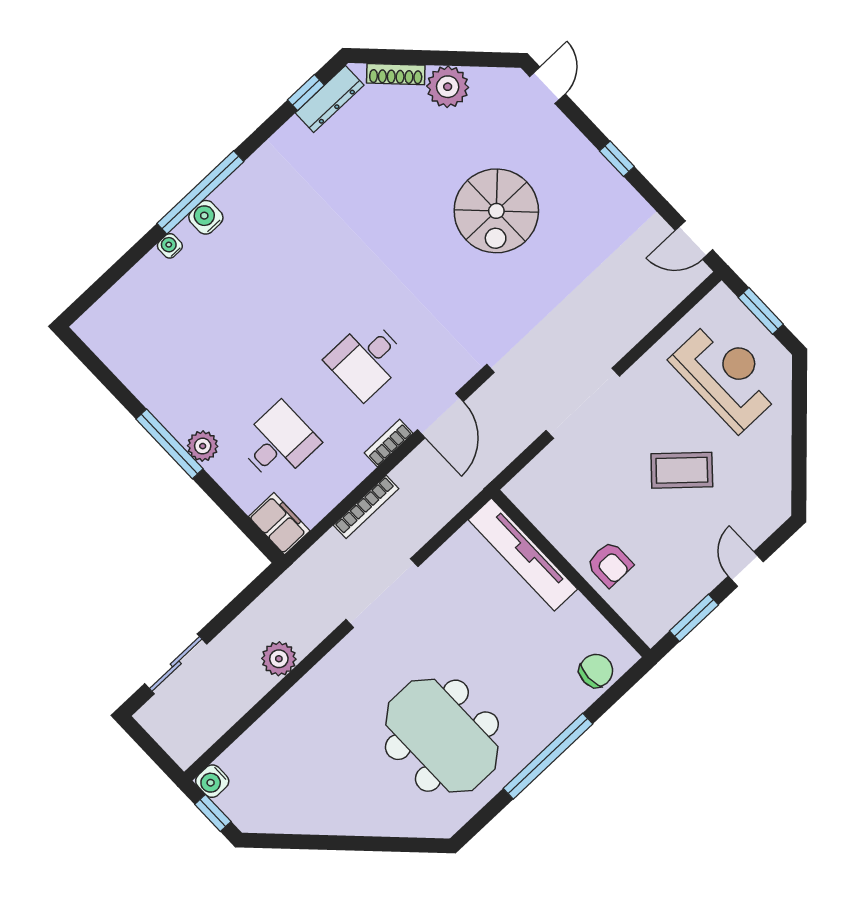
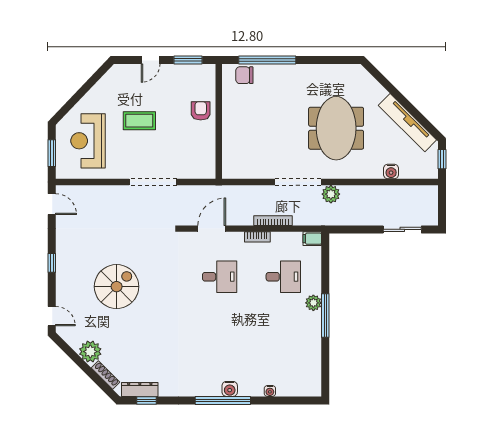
door: (547, 85) -> (52, 316), swing flipped
water cooler: (170, 246) -> (270, 391), moved
desk: (278, 443) -> (283, 277), turned 180
bookcase: (389, 443) -> (257, 237), moved
coffee table: (682, 470) -> (139, 121), turned -42
filing cabinet: (279, 524) -> (312, 239), width x0.50
tv unit: (523, 555) -> (407, 123), moved, turned 135
plant: (279, 659) -> (331, 194), moved
meeting table: (442, 736) -> (336, 128), moved
window: (548, 756) -> (267, 60), moved
water cooler: (212, 781) -> (391, 172), moved, turned 90

